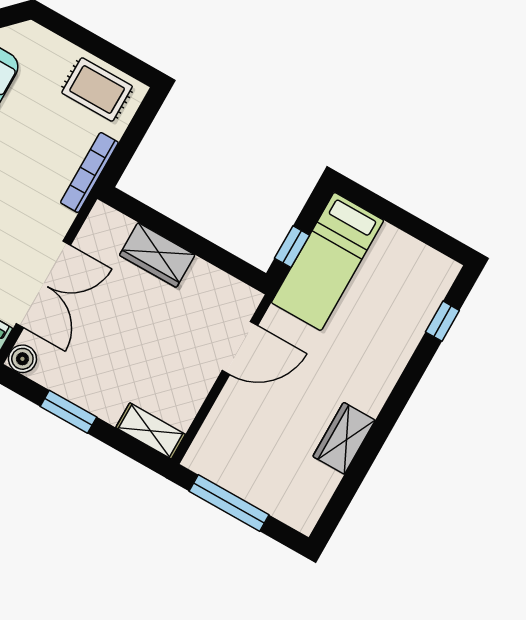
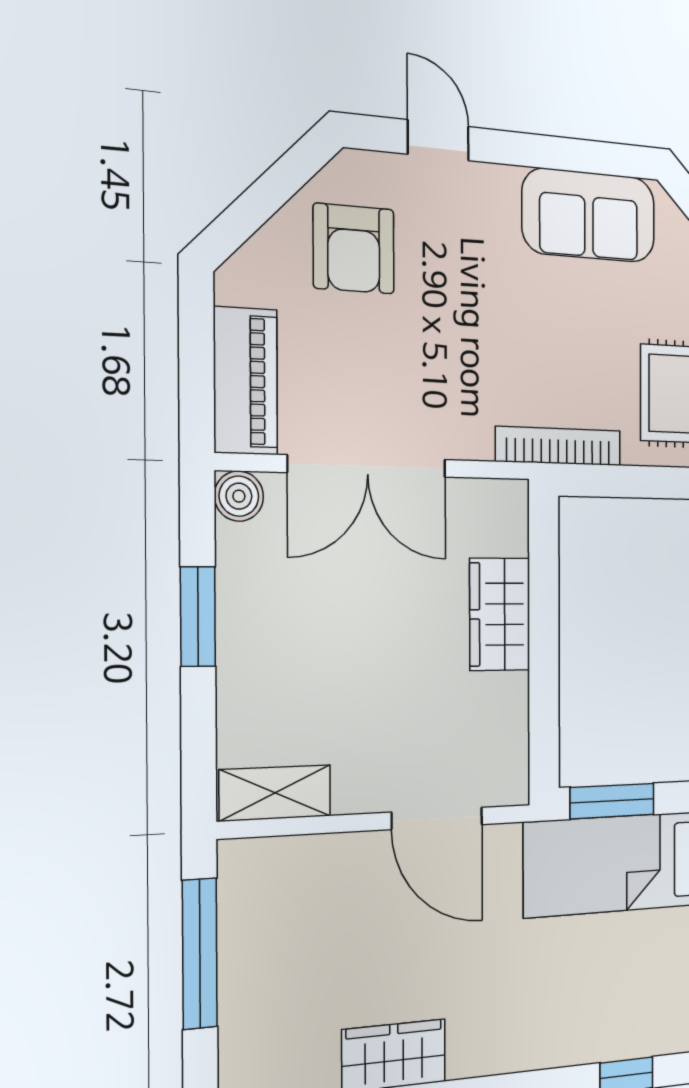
window: (292, 247) -> (612, 801), width x1.50
shelving: (151, 431) -> (275, 793), moved, turned 90

